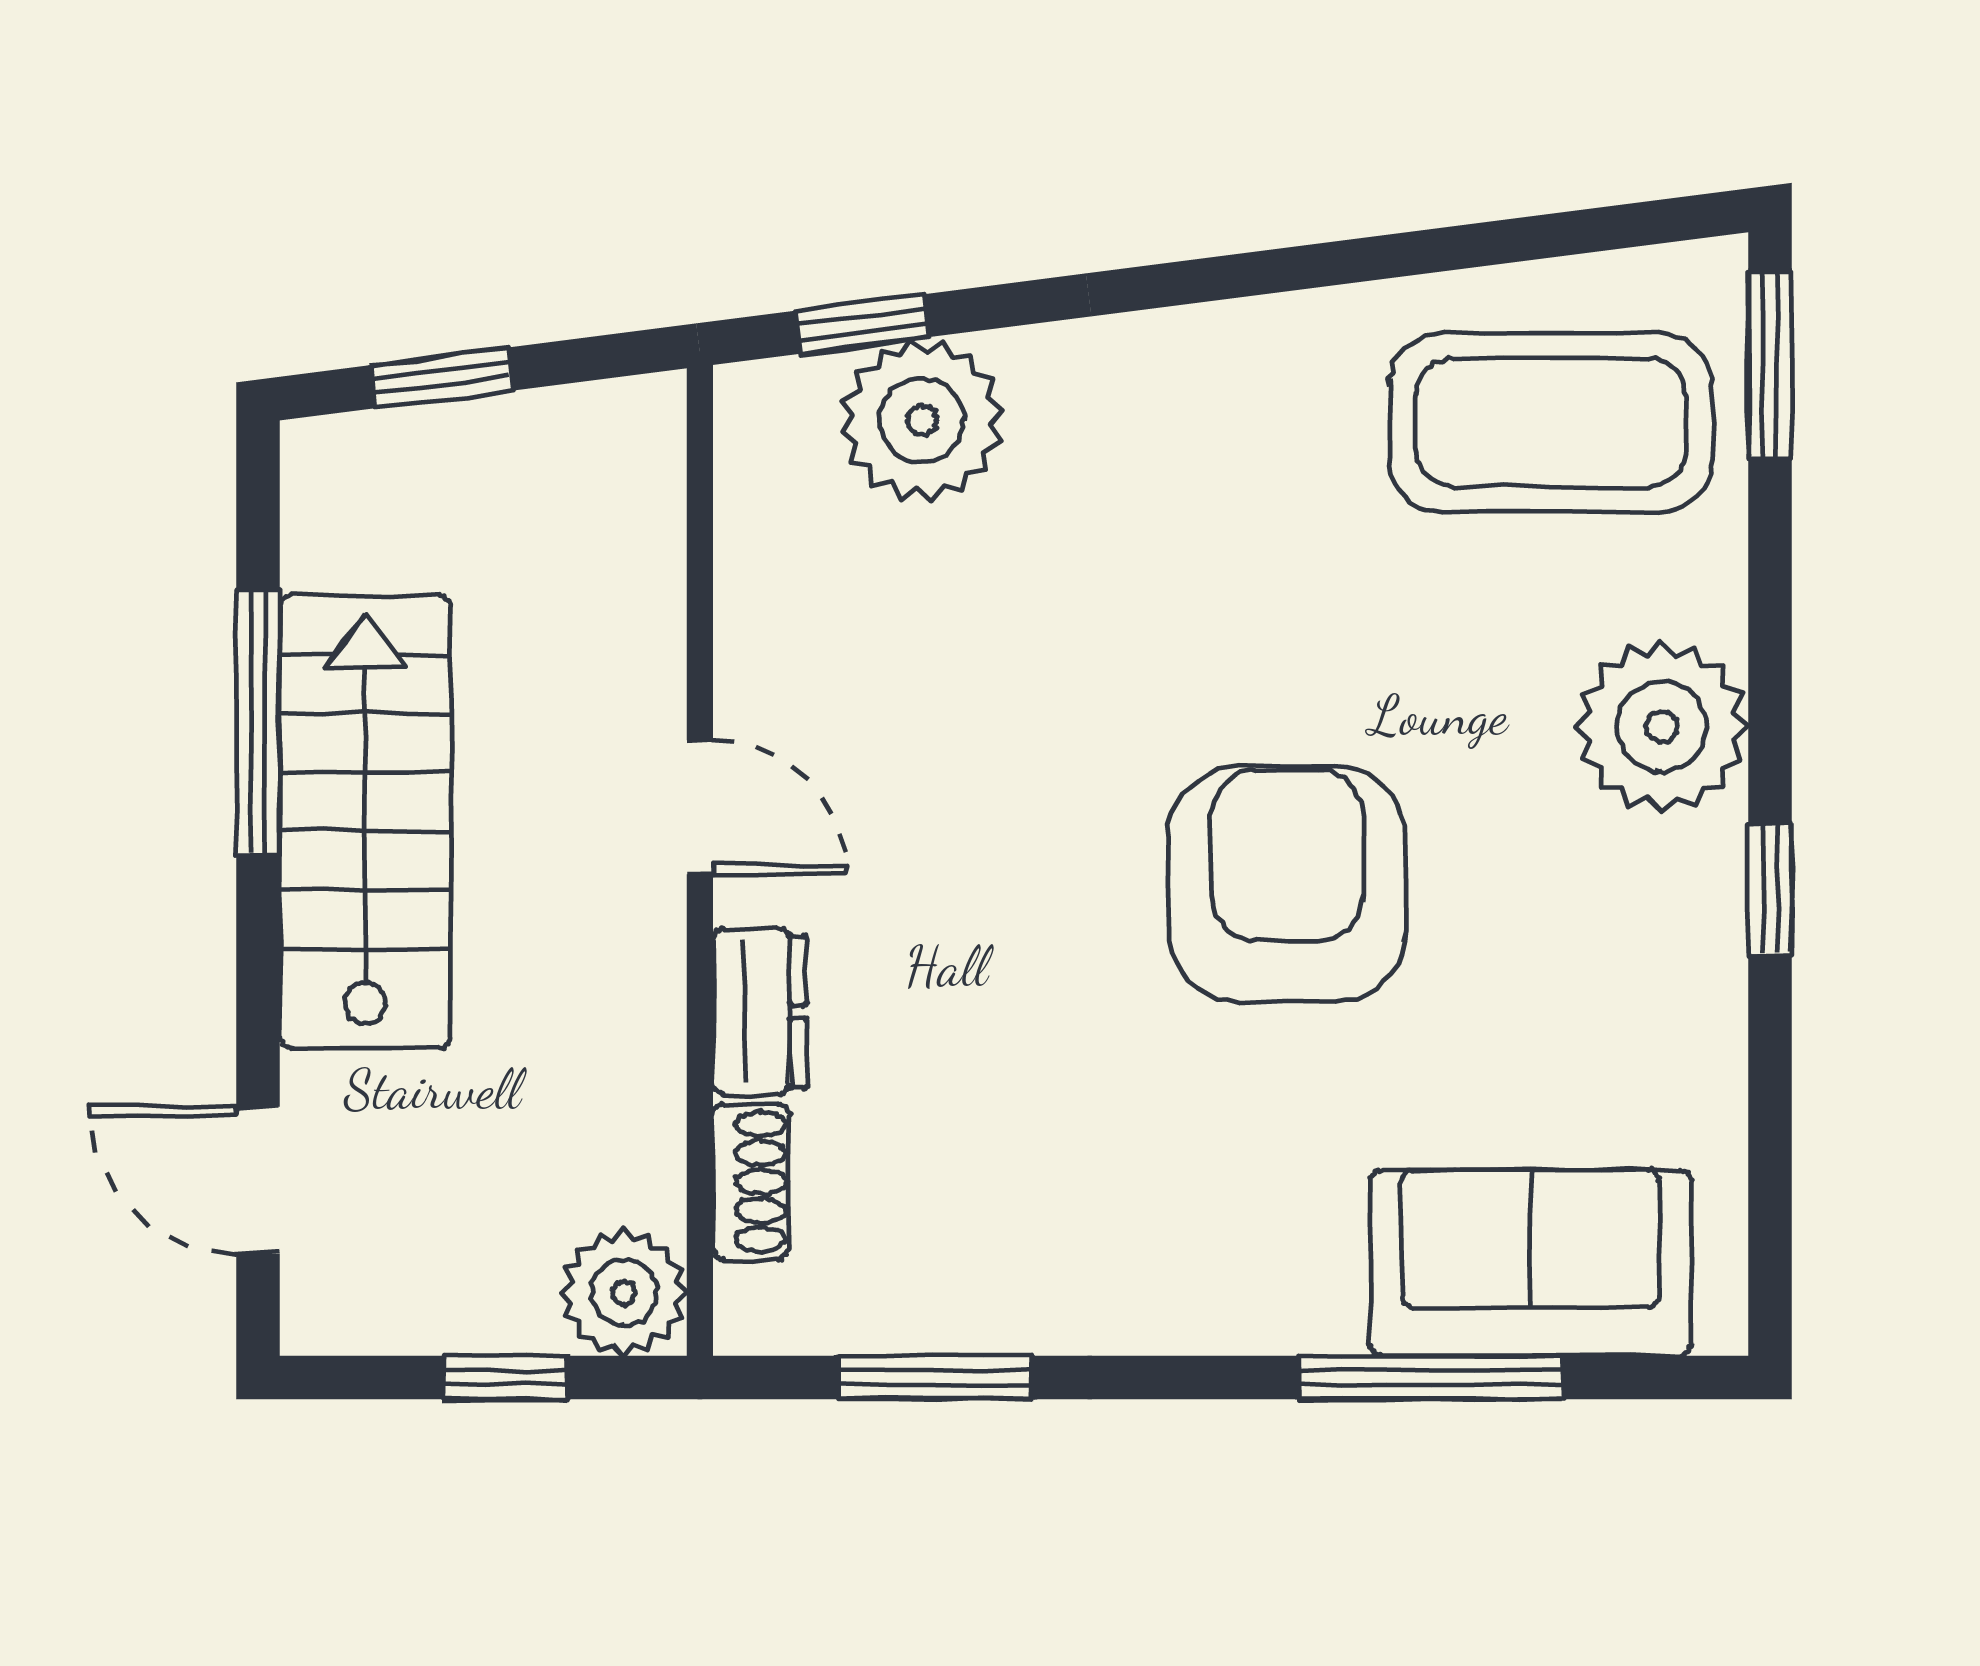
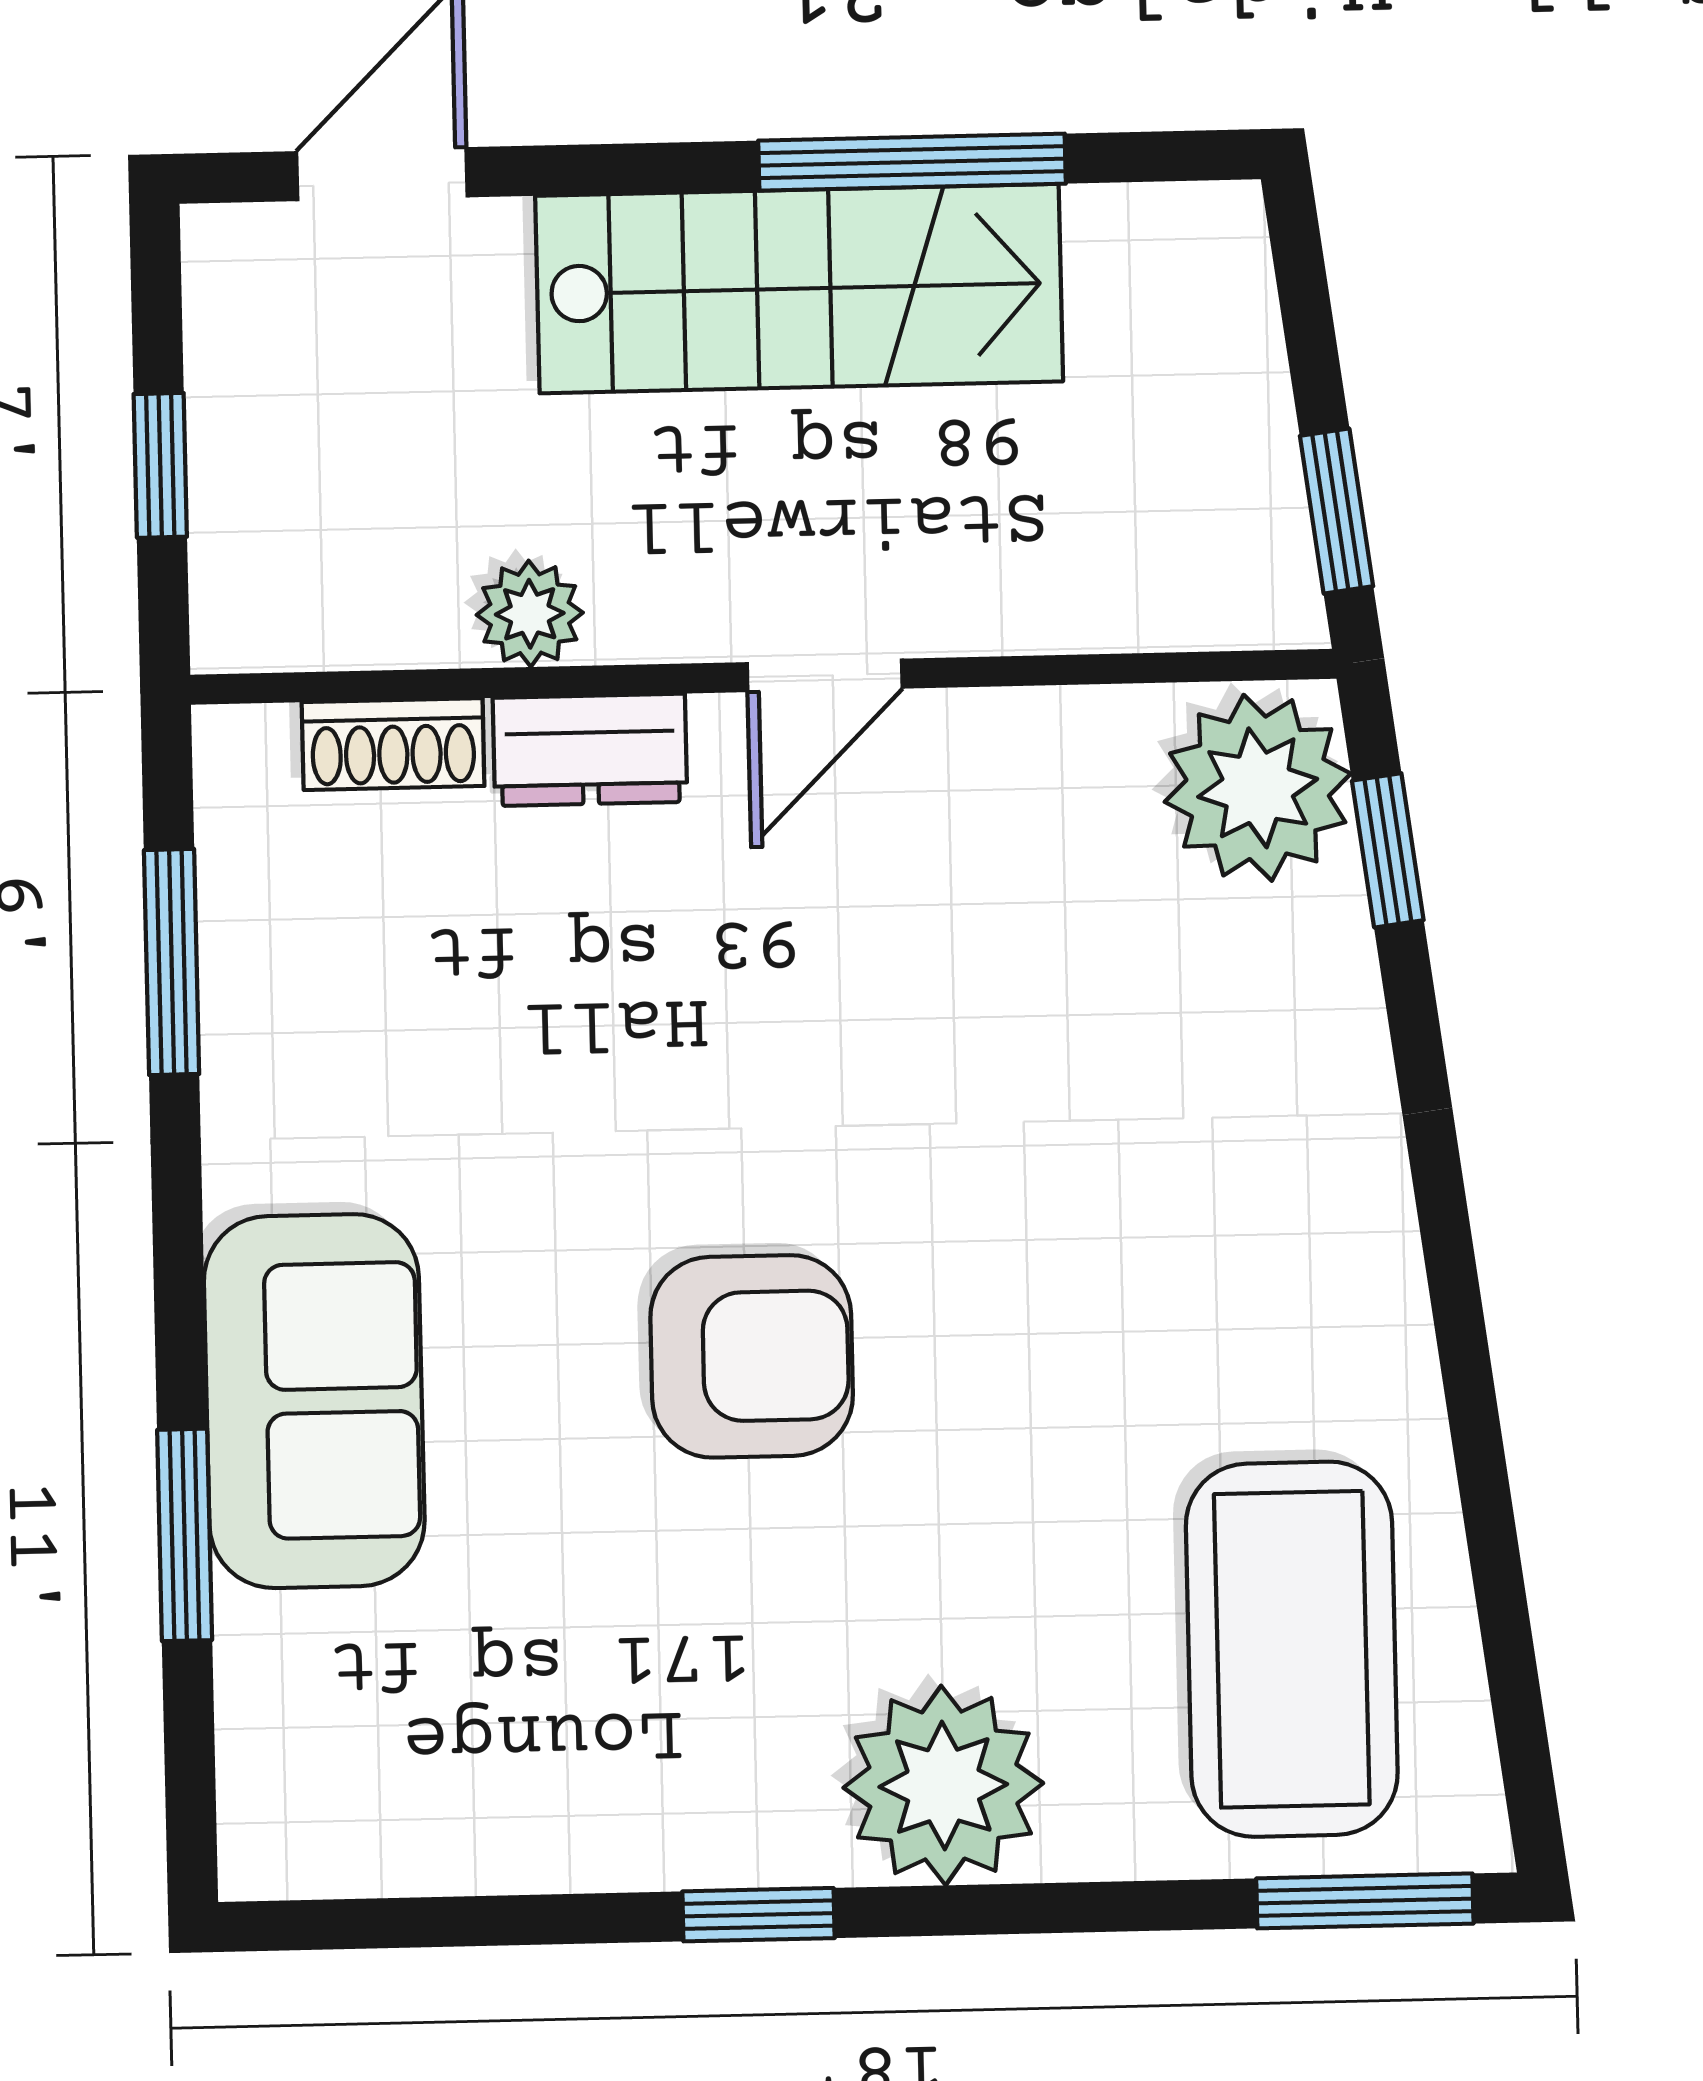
window: (442, 378) -> (1336, 511), moved
plant: (922, 420) -> (1258, 788), moved
armchair: (1287, 884) -> (752, 1356), width x0.73, depth x0.73
sofa: (1531, 1263) -> (314, 1401), moved
plant: (624, 1293) -> (530, 614), moved, width x0.73, depth x0.73
window: (1430, 1377) -> (185, 1535), width x0.69

